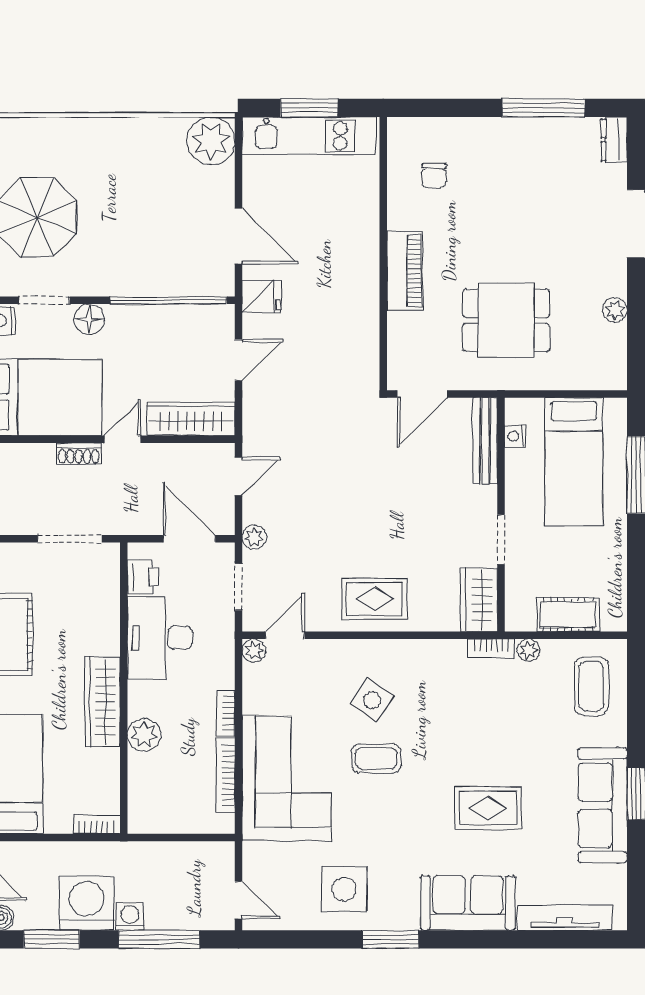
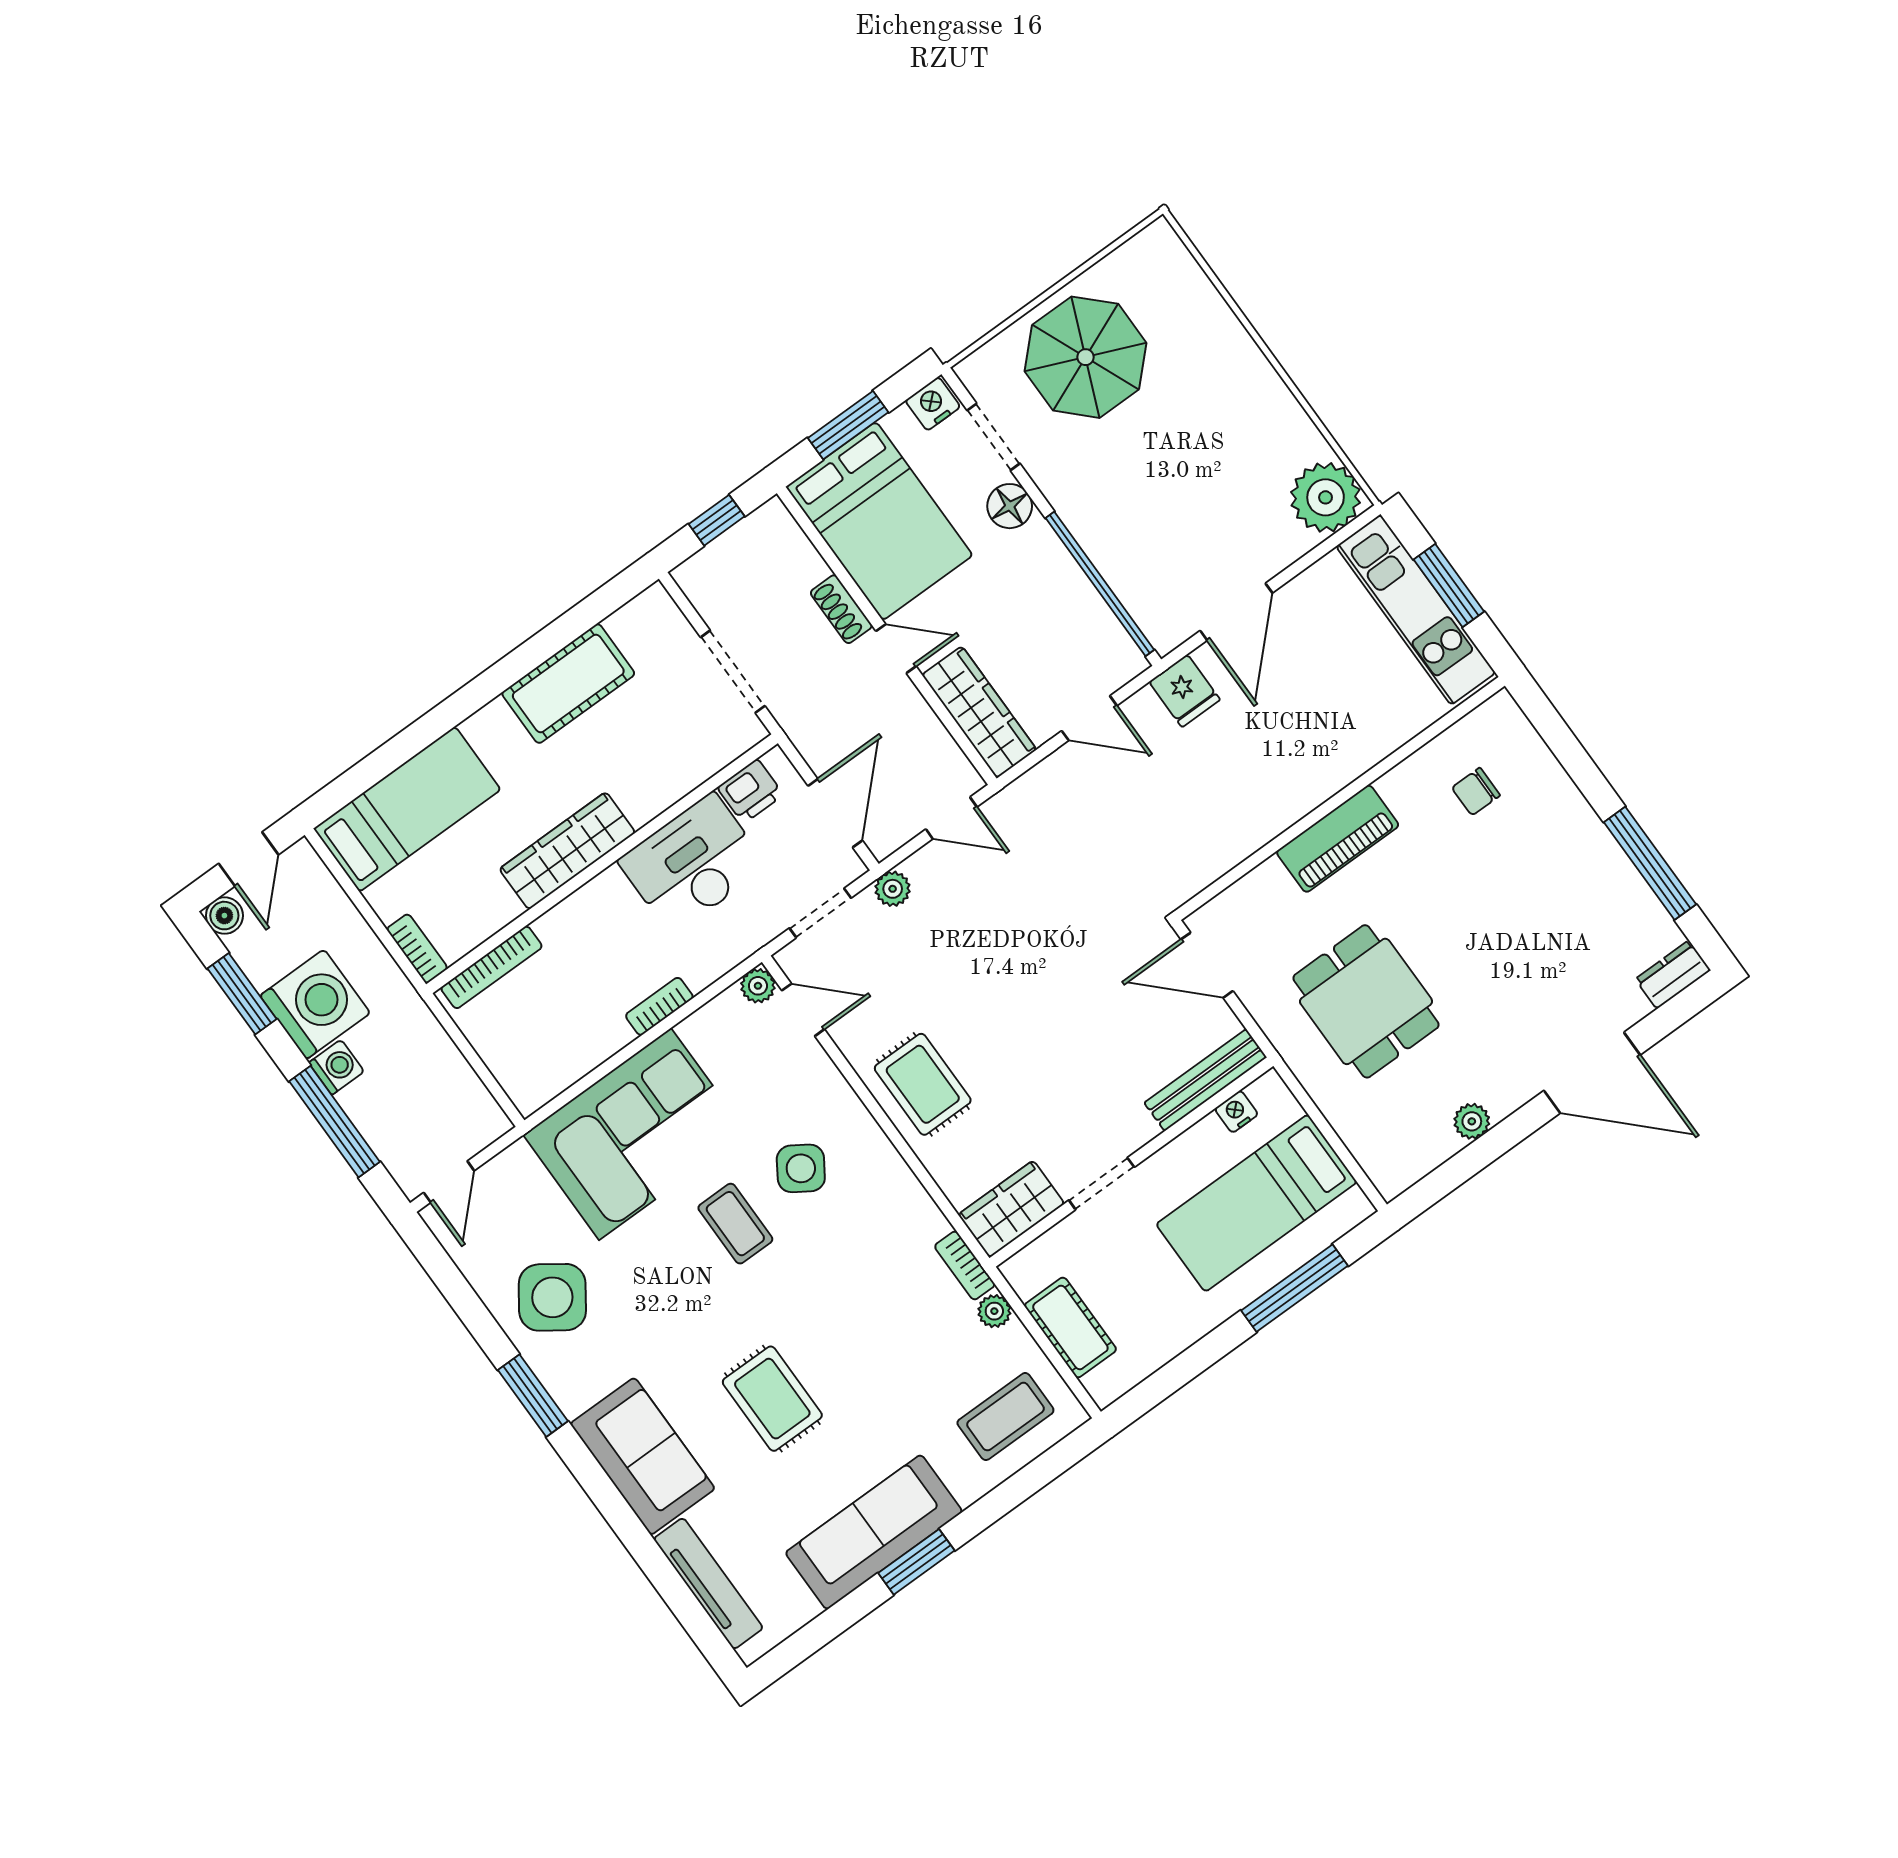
plant: (144, 735) -> (564, 928), removed
bookcase: (225, 776) -> (491, 967), moved, turned 180
side table: (344, 889) -> (552, 1297), turned 35

